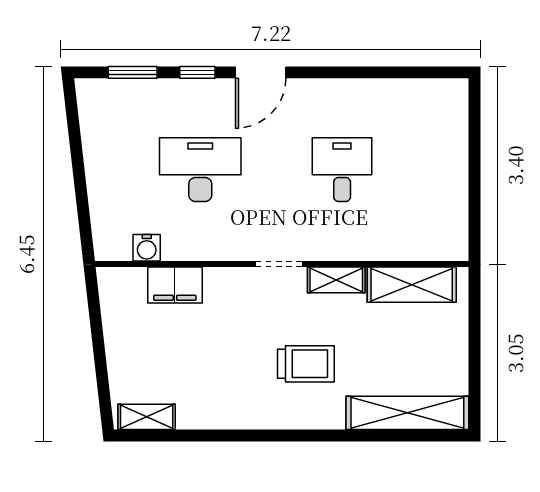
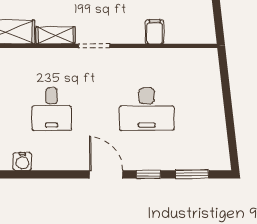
door: (261, 72) -> (106, 174), hinge flipped
water cooler: (147, 248) -> (22, 161), moved, turned 180
filing cabinet: (175, 285) -> (155, 32), width x0.50

